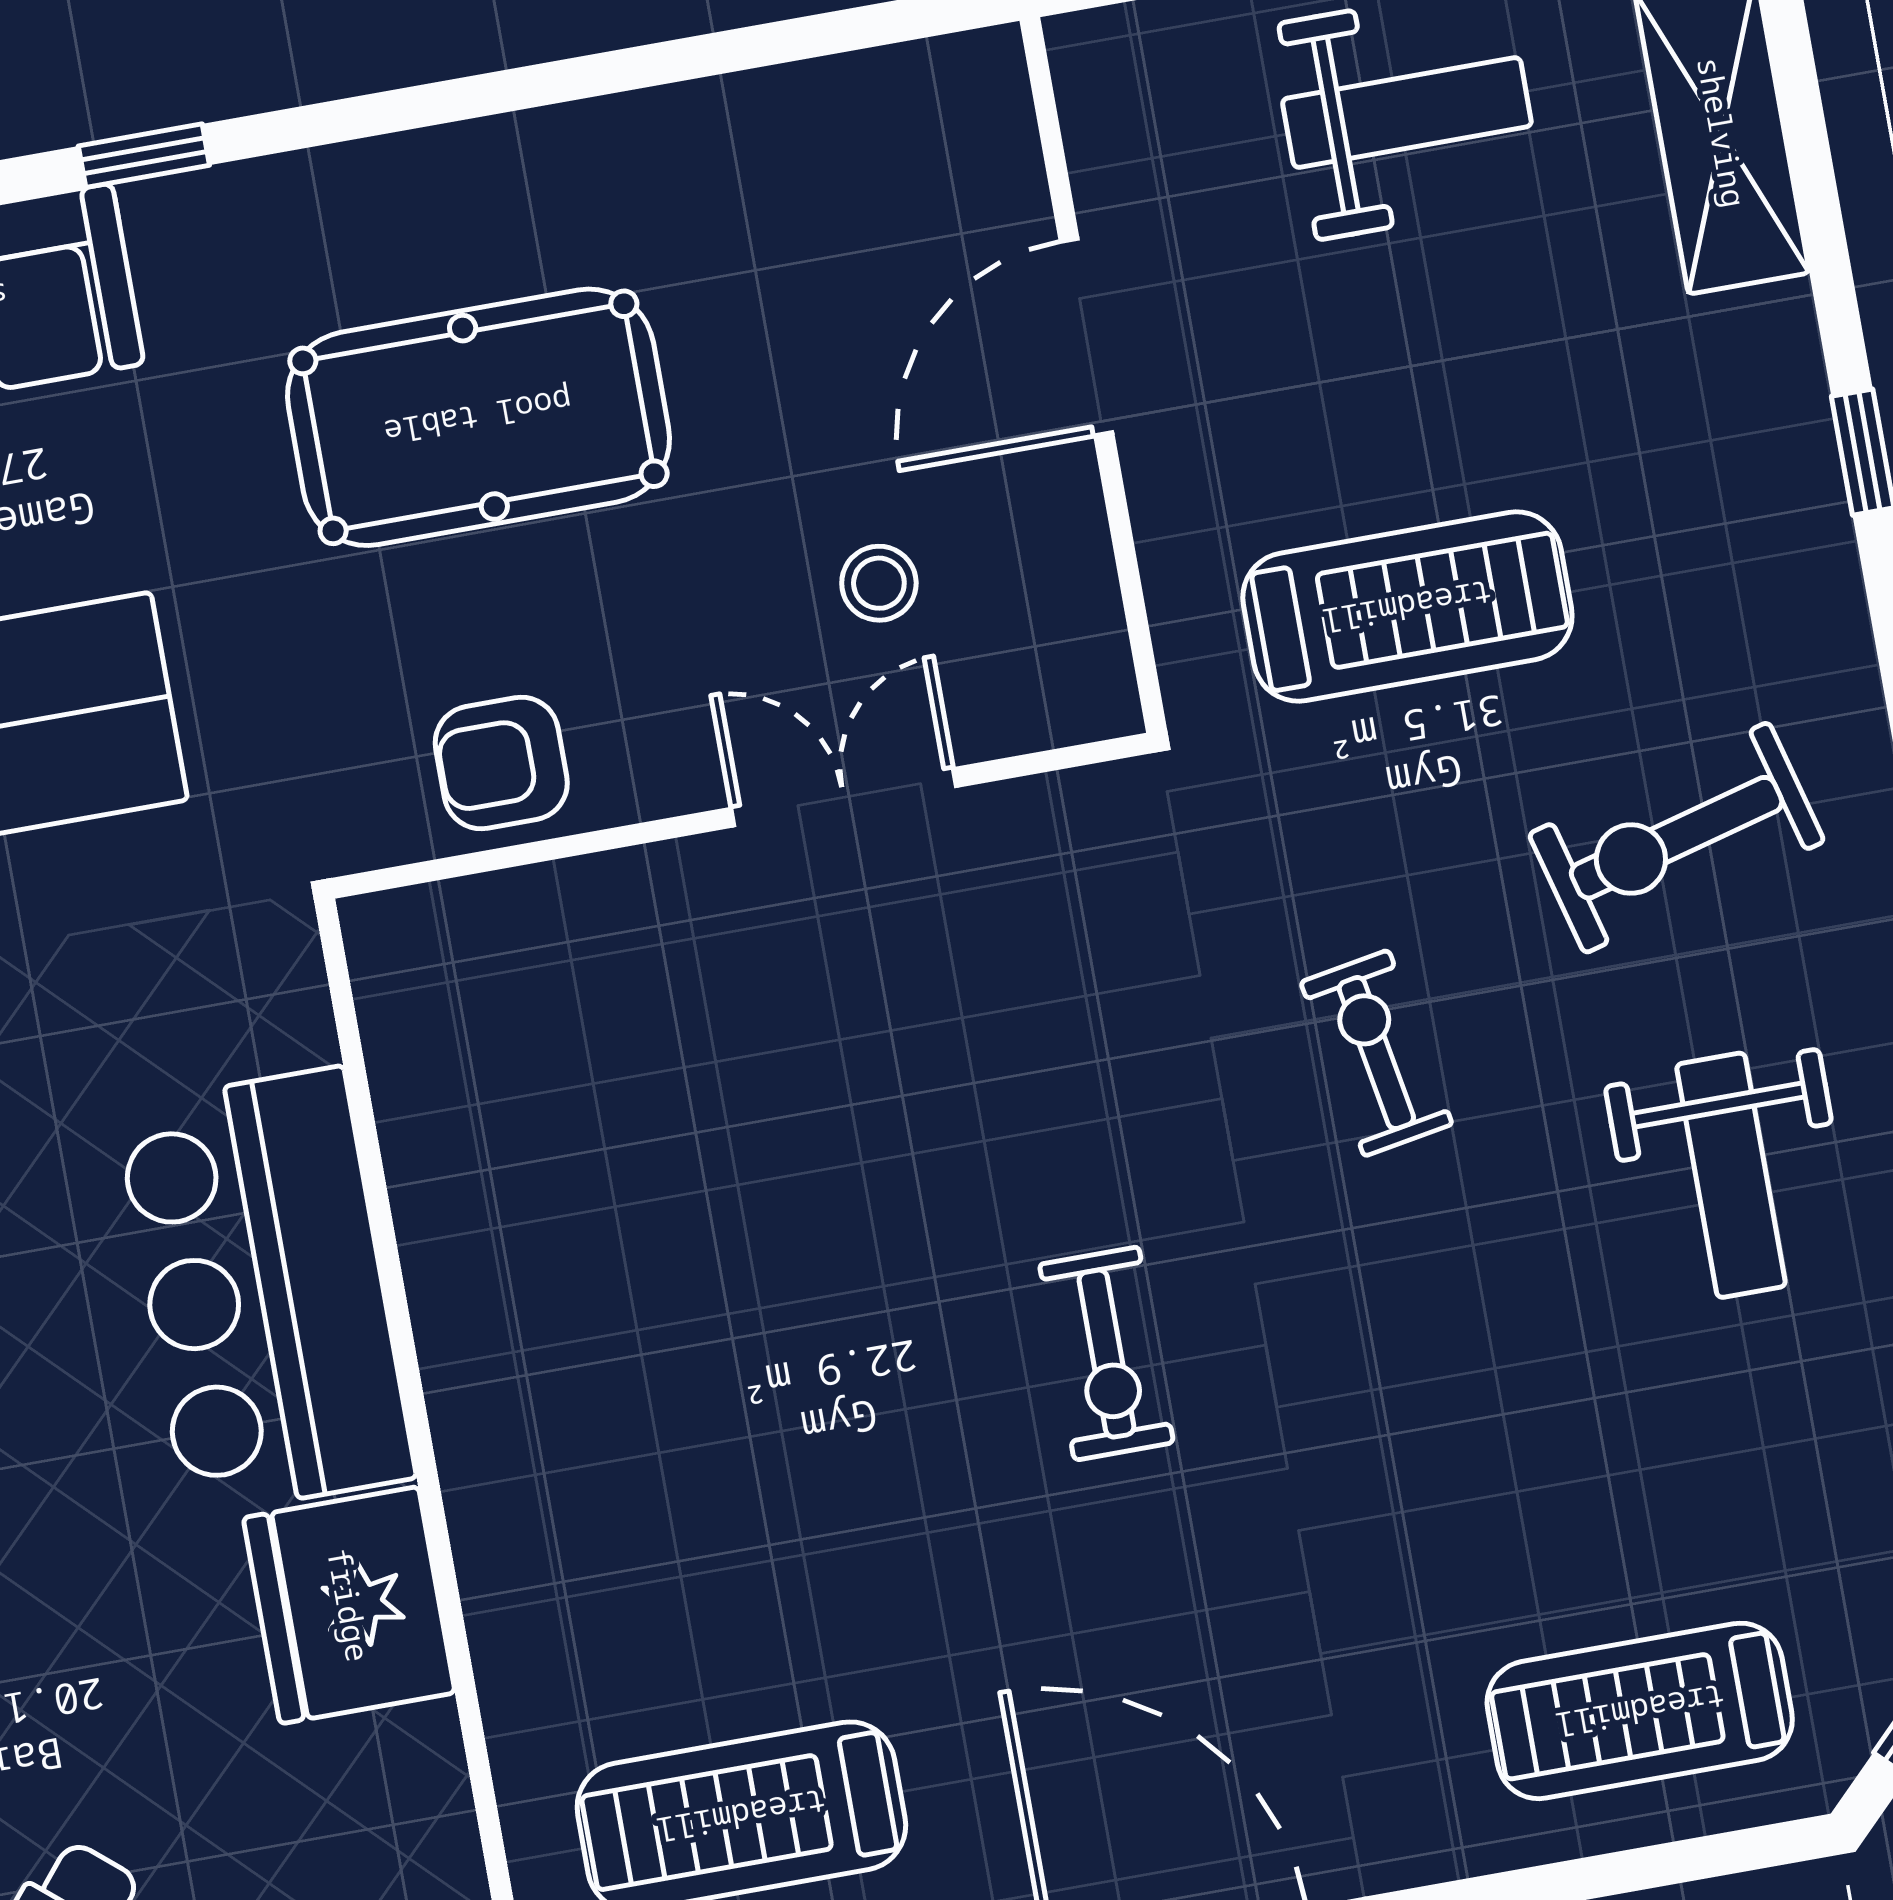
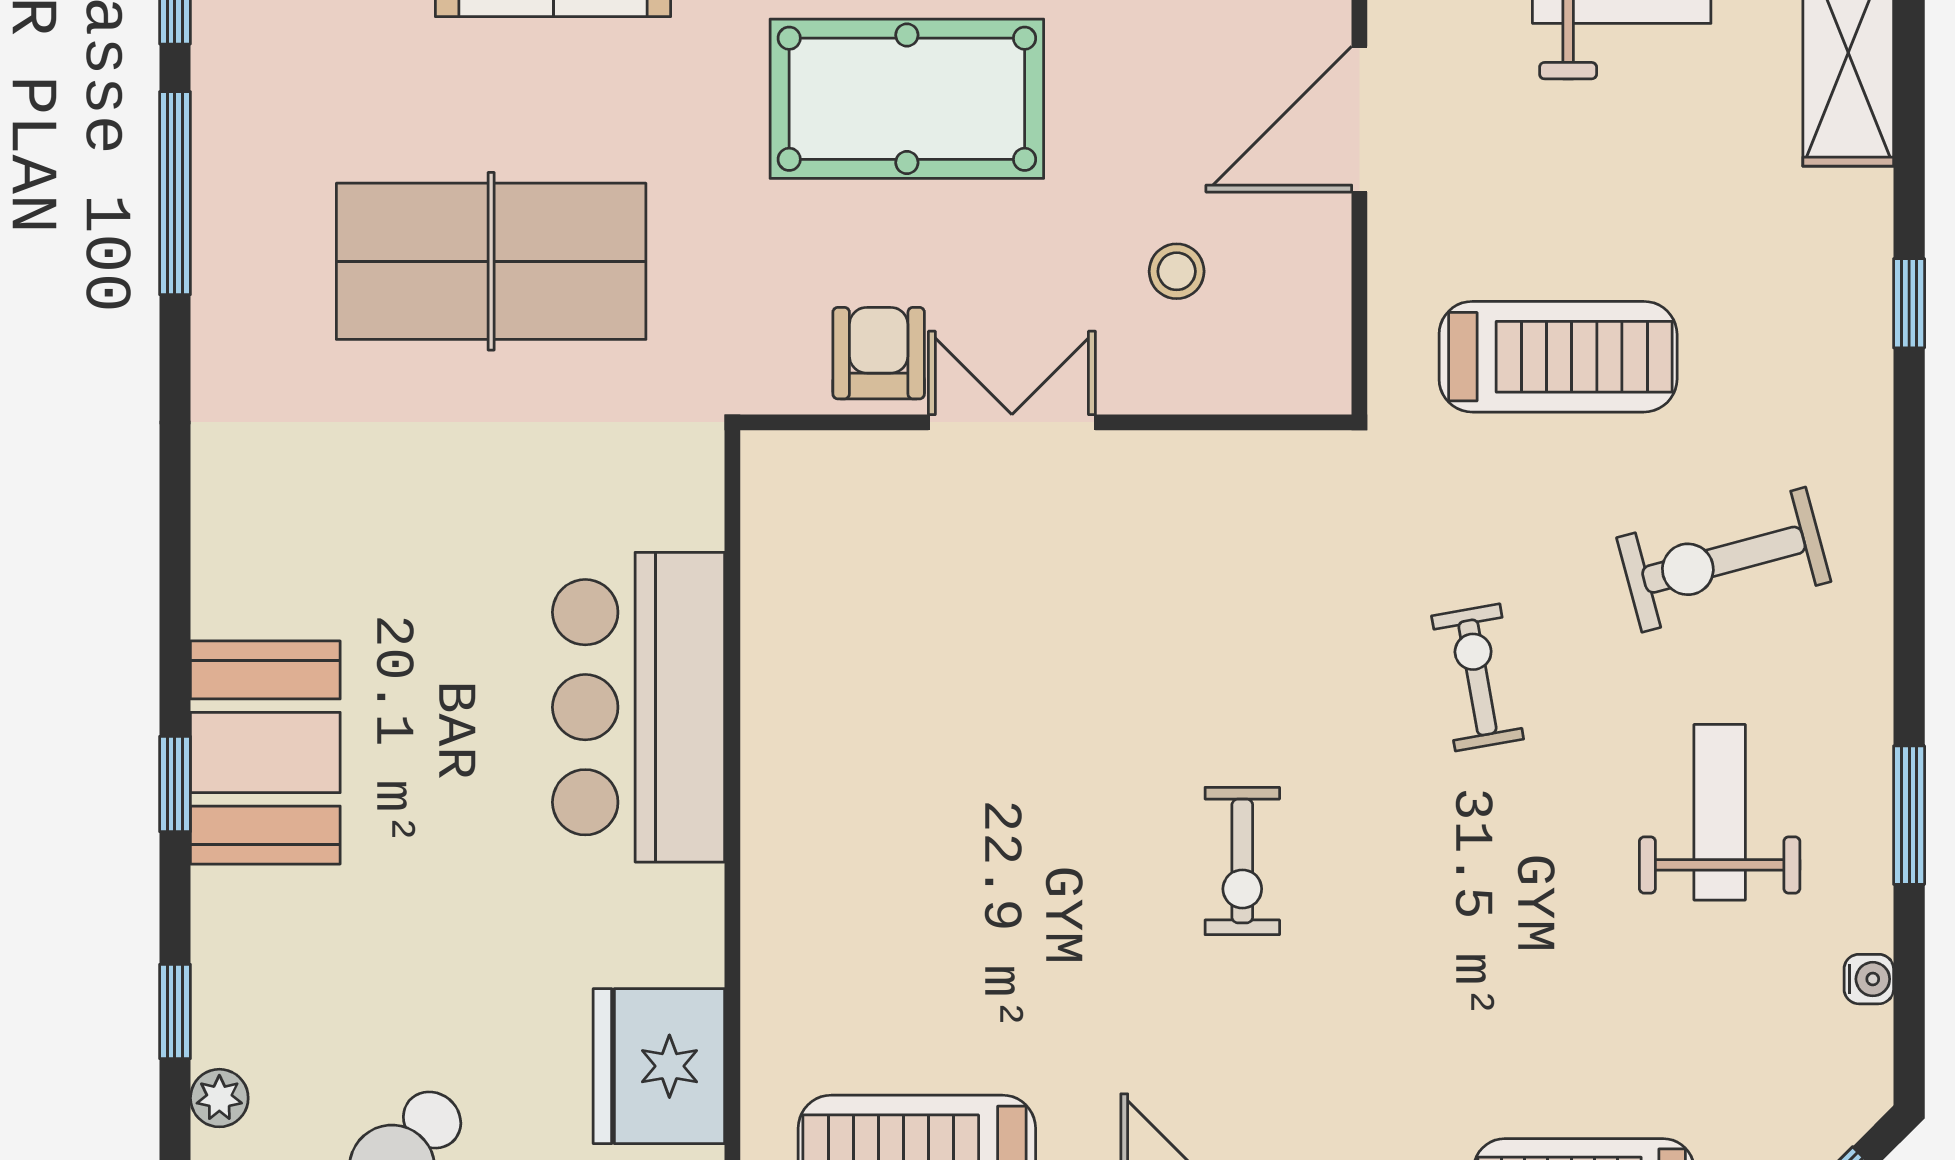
armchair: (501, 763) -> (879, 353), turned 90
double door: (844, 797) -> (1012, 422), moved
weight bench: (1731, 1175) -> (1720, 812), turned 180
fridge: (349, 1605) -> (659, 1066), moved

